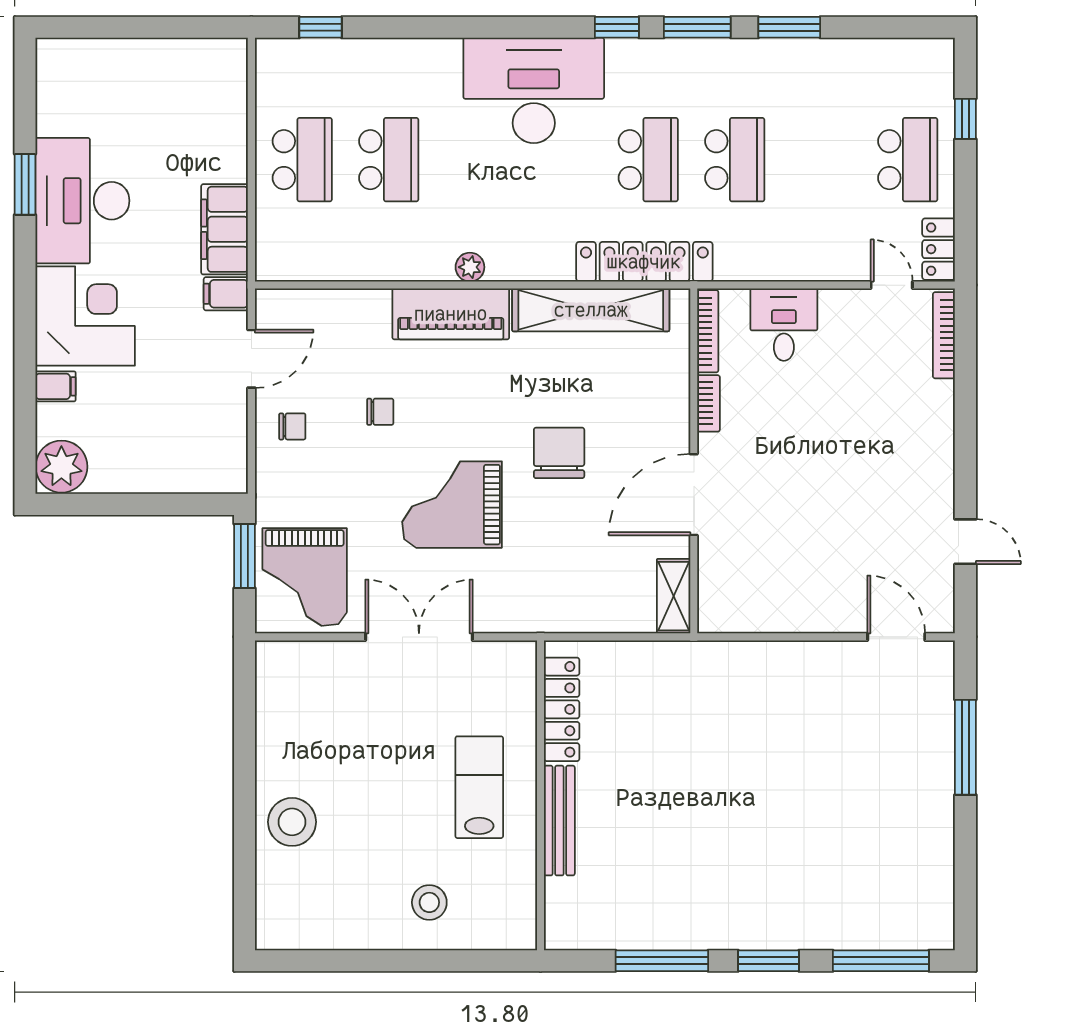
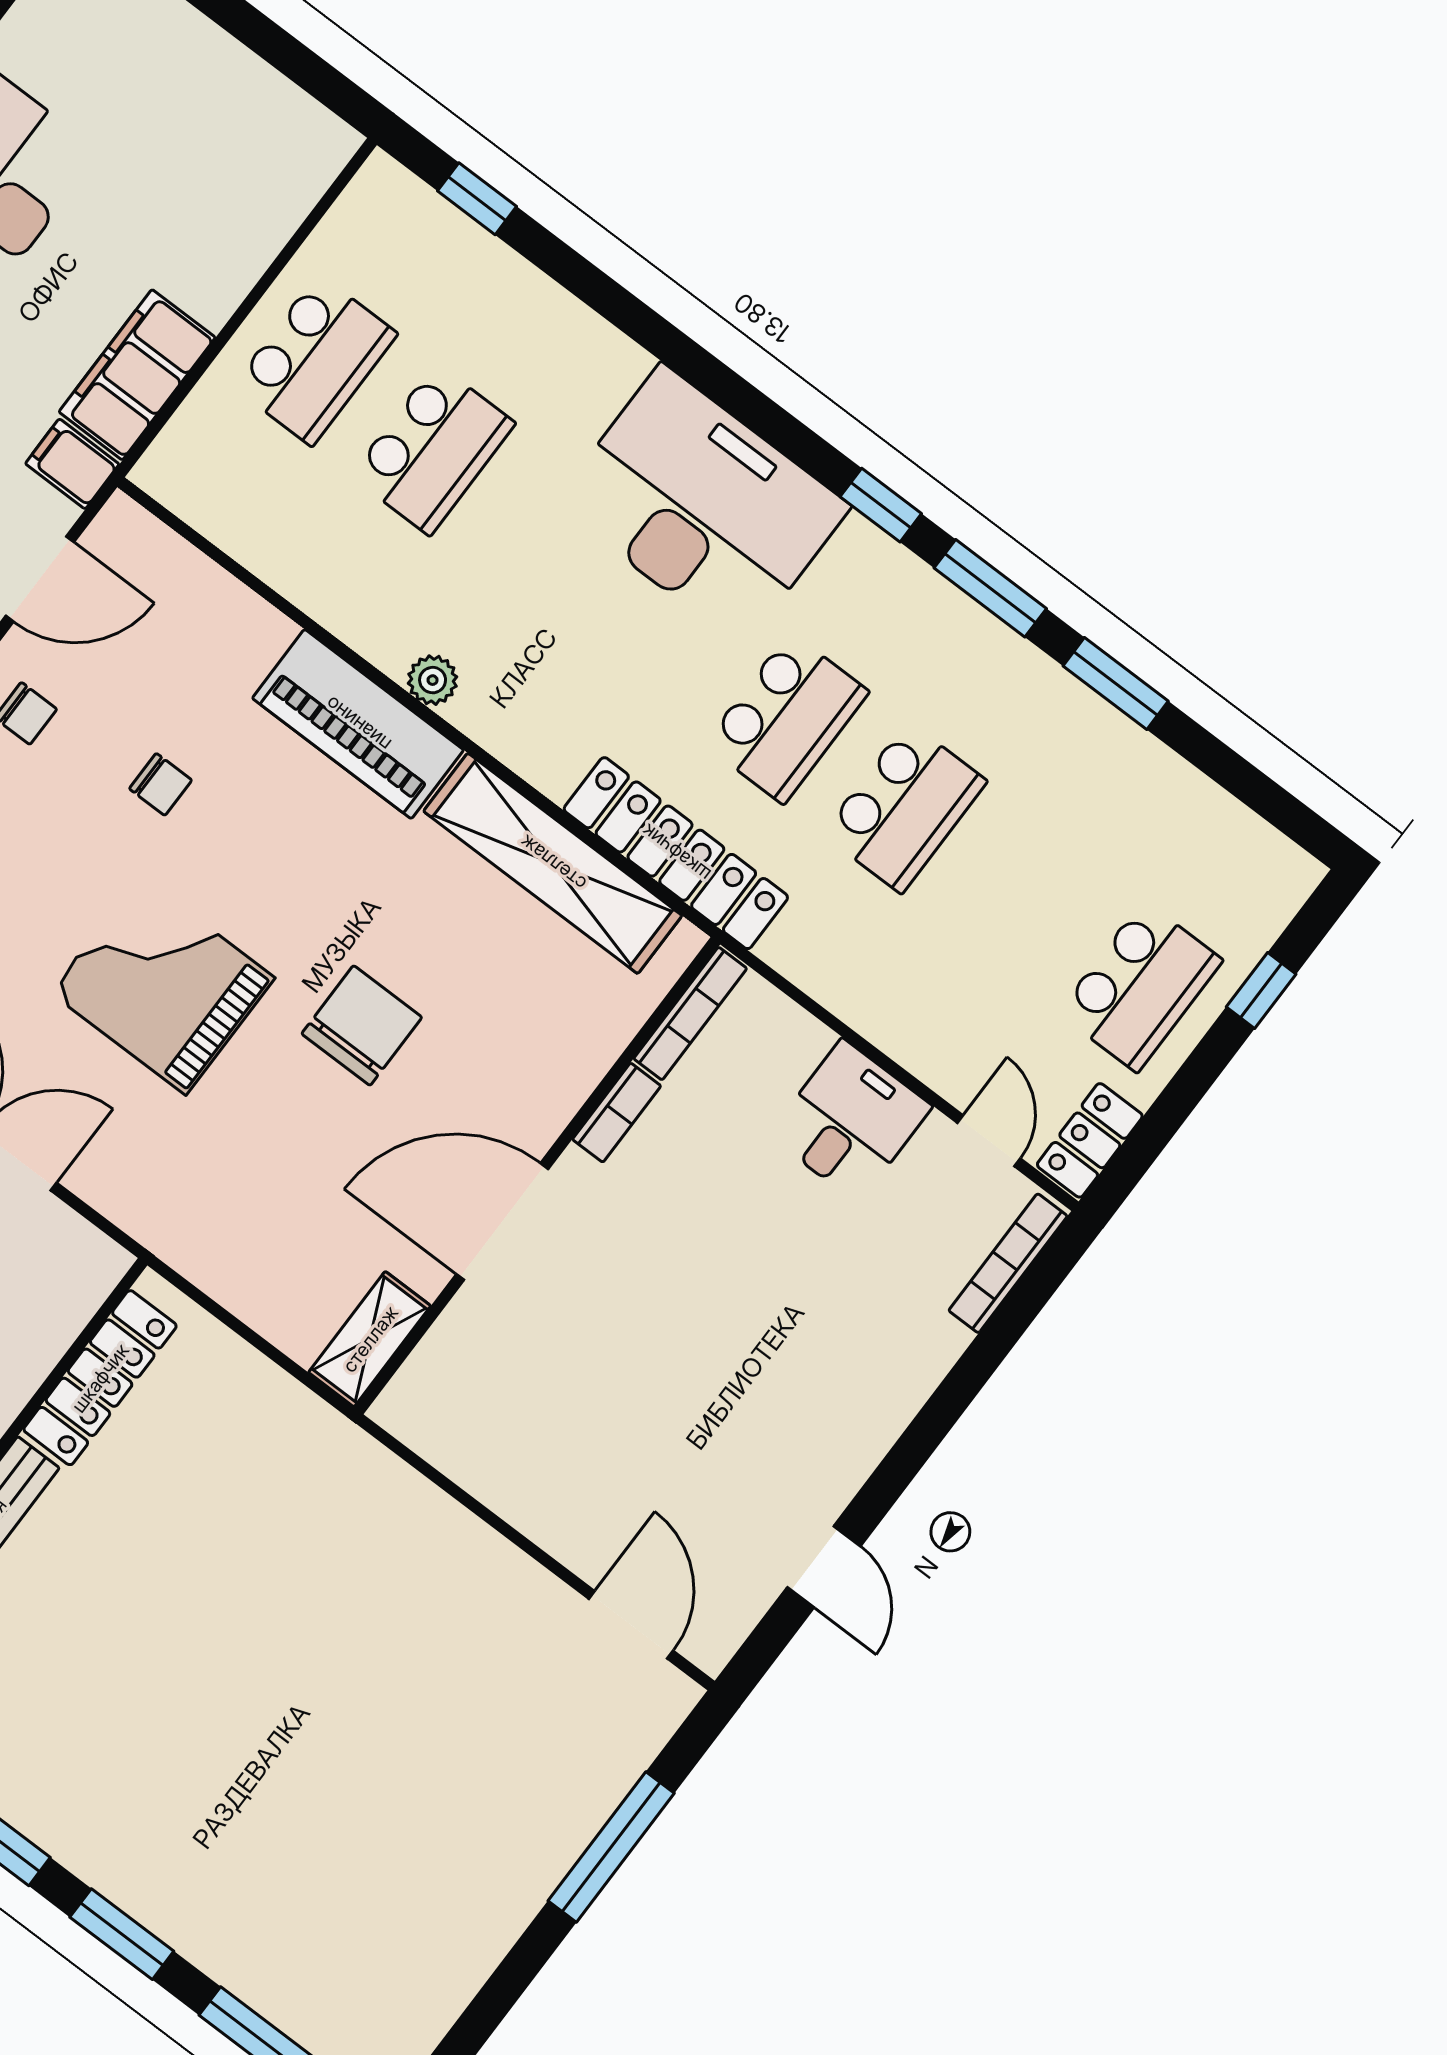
desk: (784, 325) -> (850, 1121), moved

